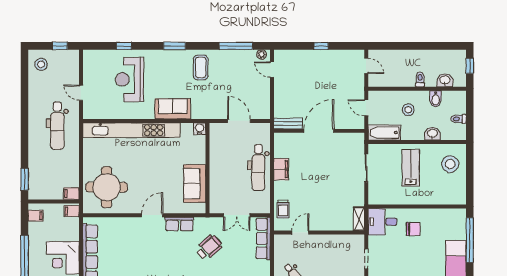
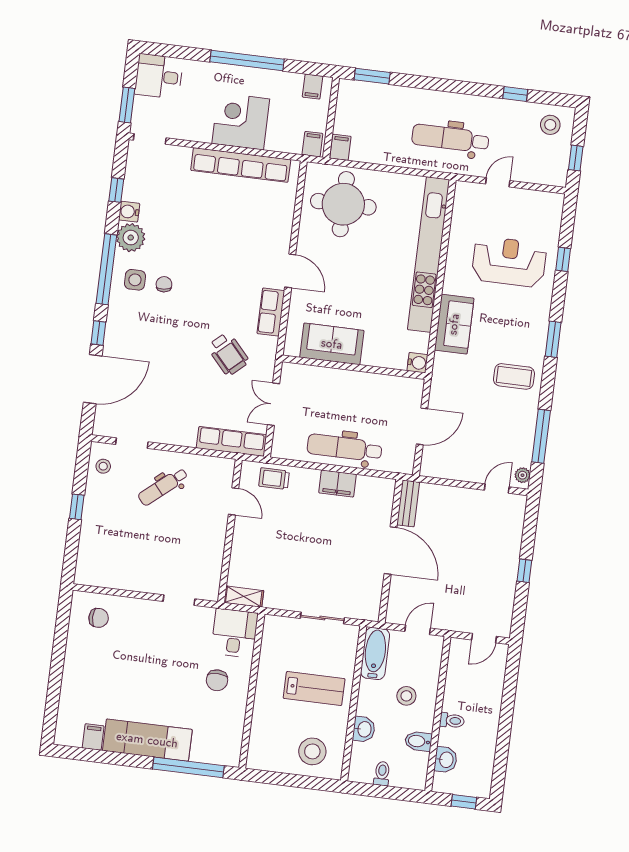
window: (25, 89) -> (515, 94), added

